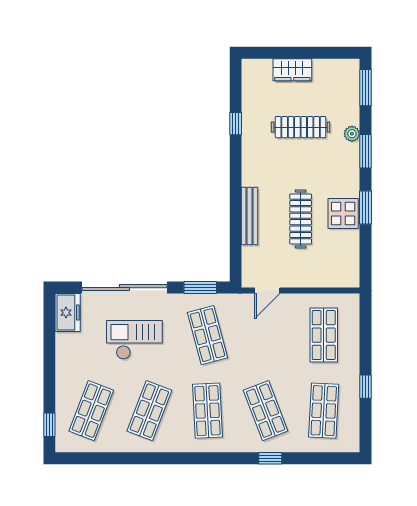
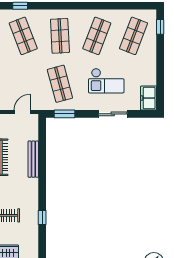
sliding door: (124, 288) -> (113, 114), width x0.54

